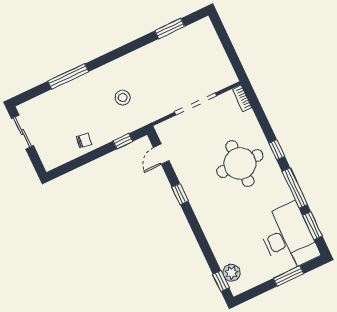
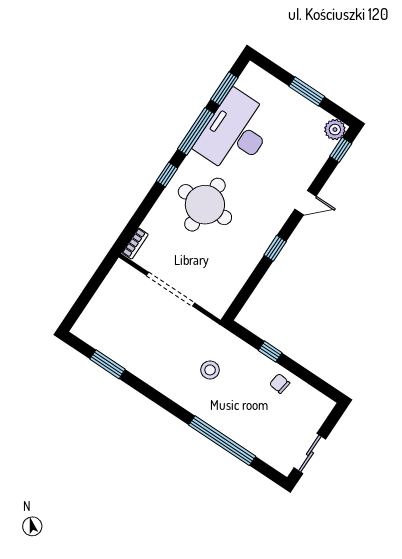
window: (68, 76) -> (222, 441), width x1.46
window: (123, 141) -> (270, 352), moved
door: (161, 154) -> (306, 203), moved
desk: (288, 237) -> (235, 133), moved
plant: (232, 273) -> (335, 130), moved
window: (289, 276) -> (307, 91), moved

